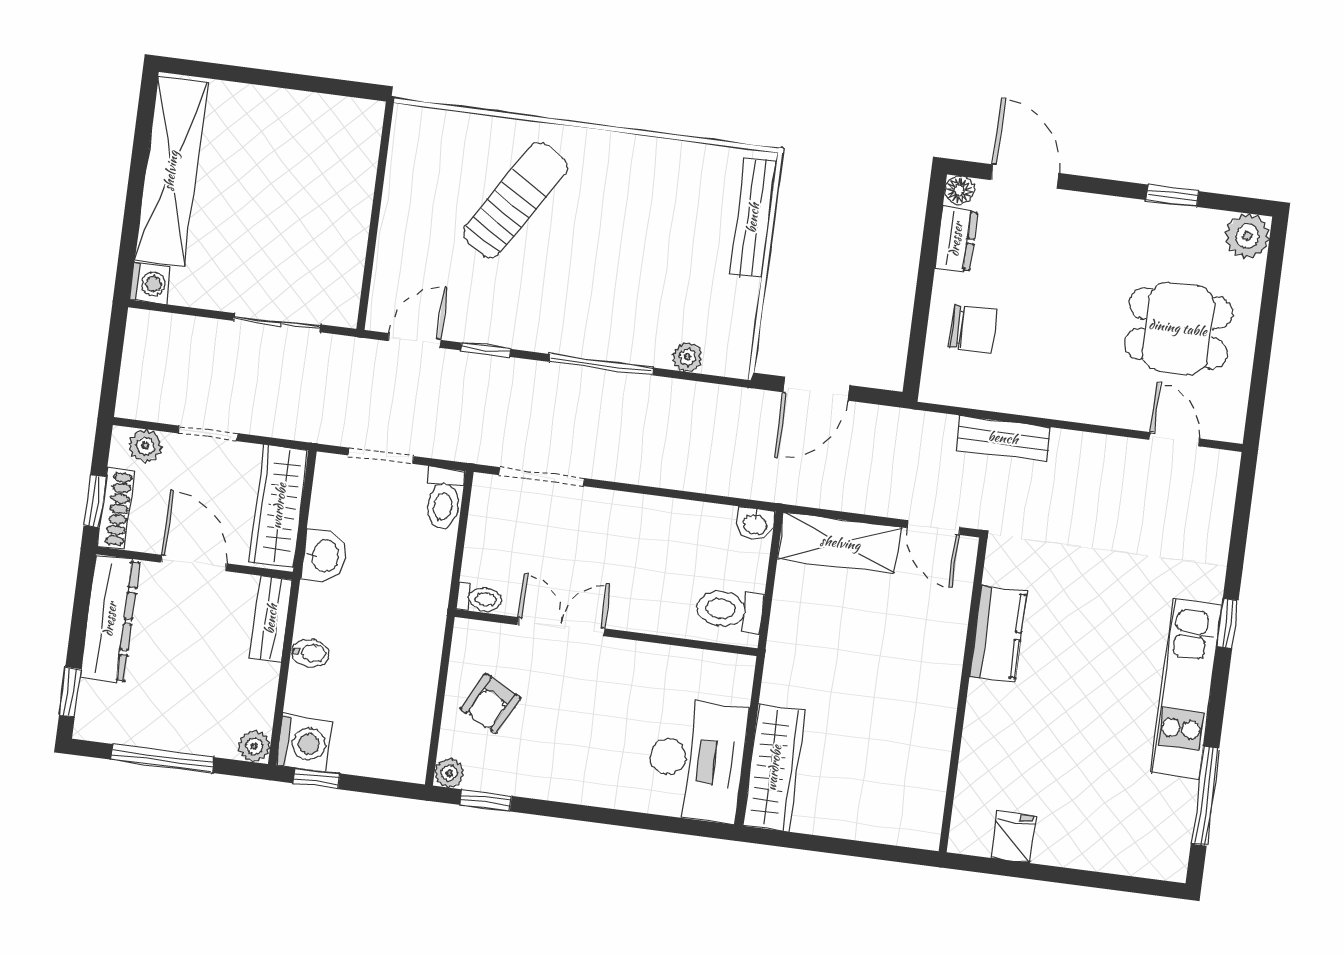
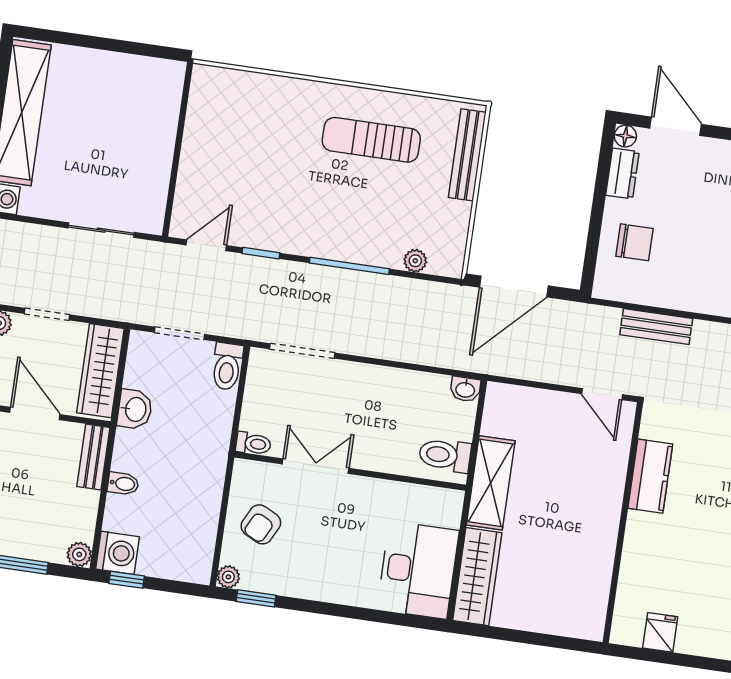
sun lounger: (515, 200) -> (371, 140), moved, turned -122
door: (816, 389) -> (514, 287), width x1.36
shelving: (840, 543) -> (491, 483), moved, turned 90

